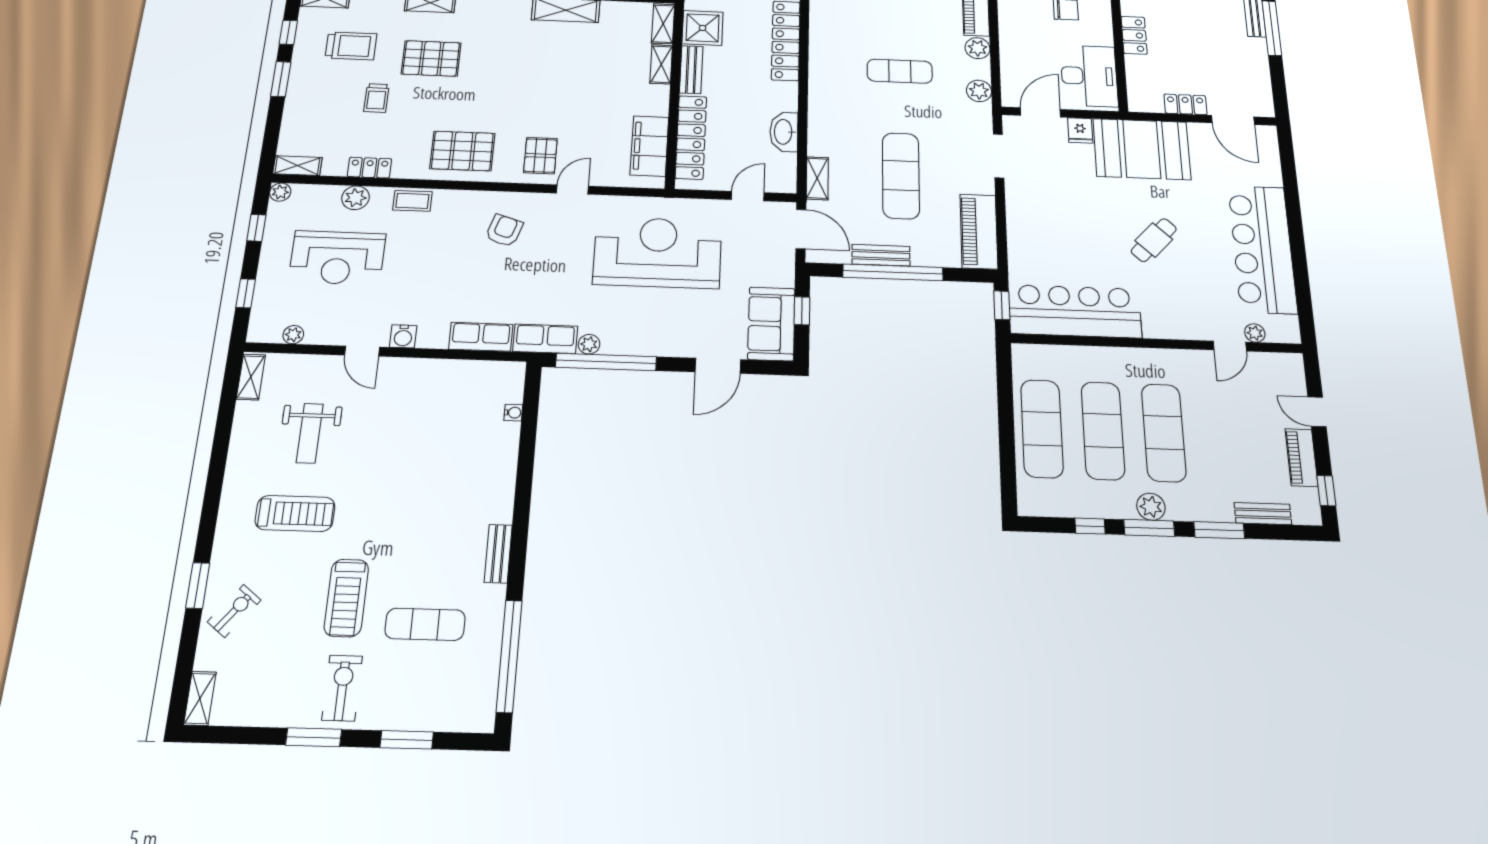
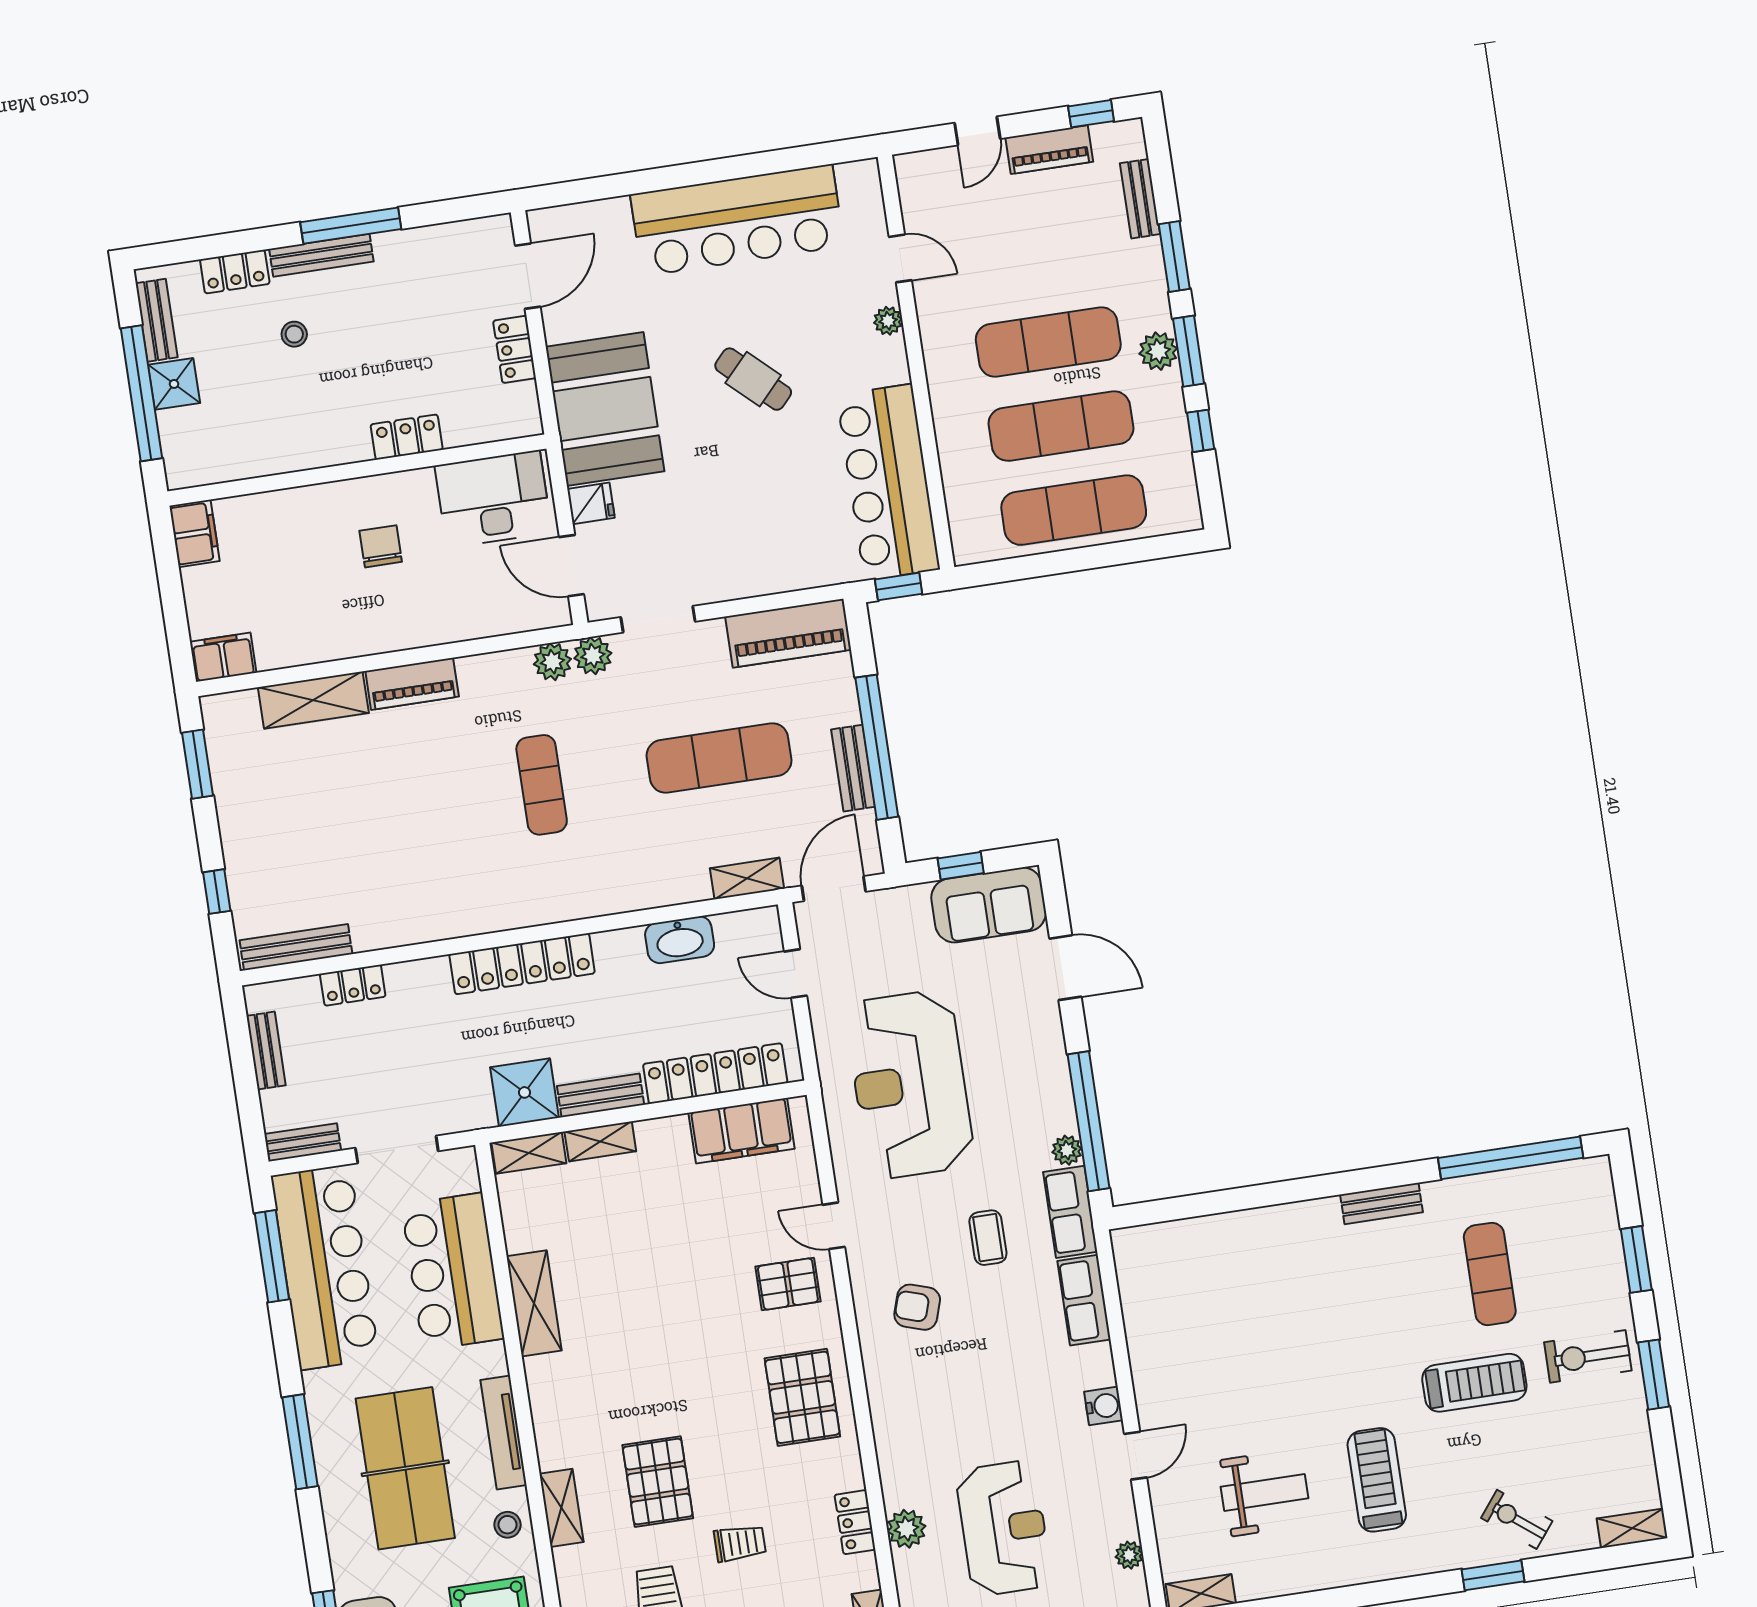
plant: (978, 48) -> (593, 656), moved
coffee table: (412, 201) -> (988, 1238), moved
plant: (1255, 333) -> (888, 321), moved
water cooler: (513, 413) -> (1185, 1230), removed

